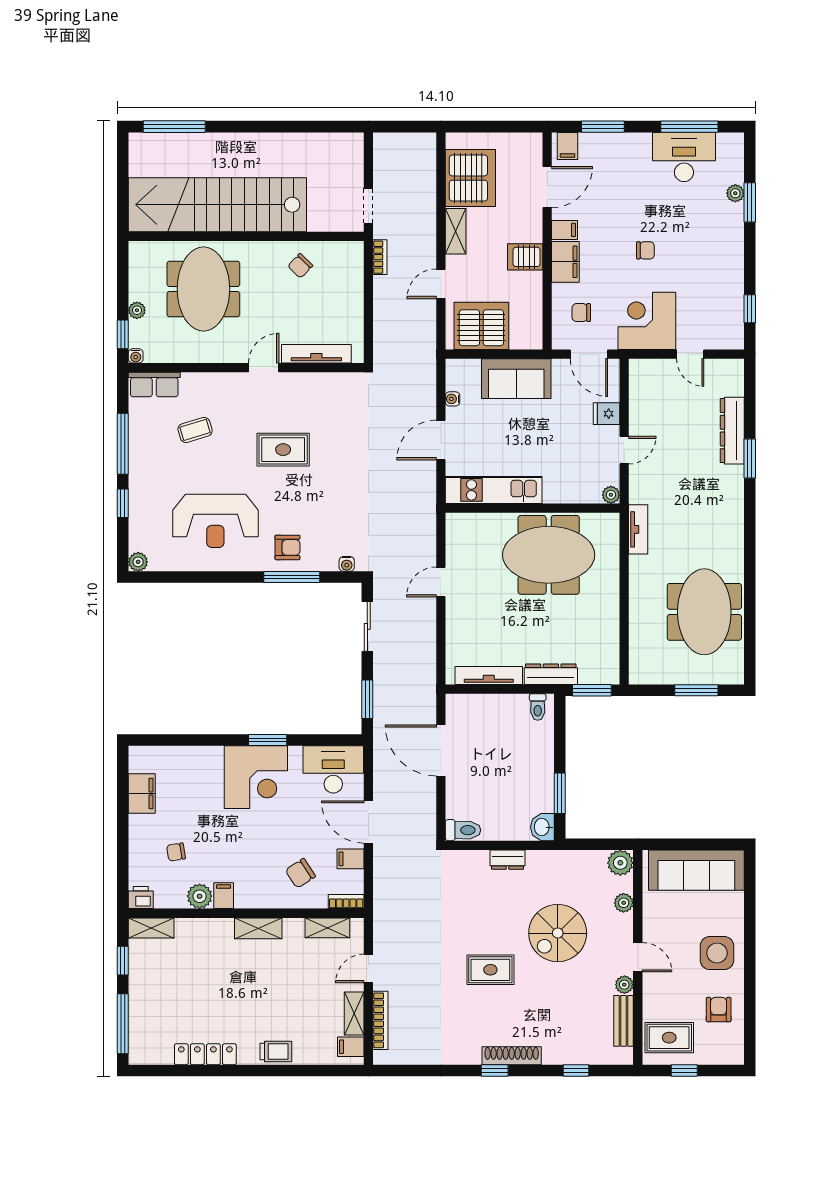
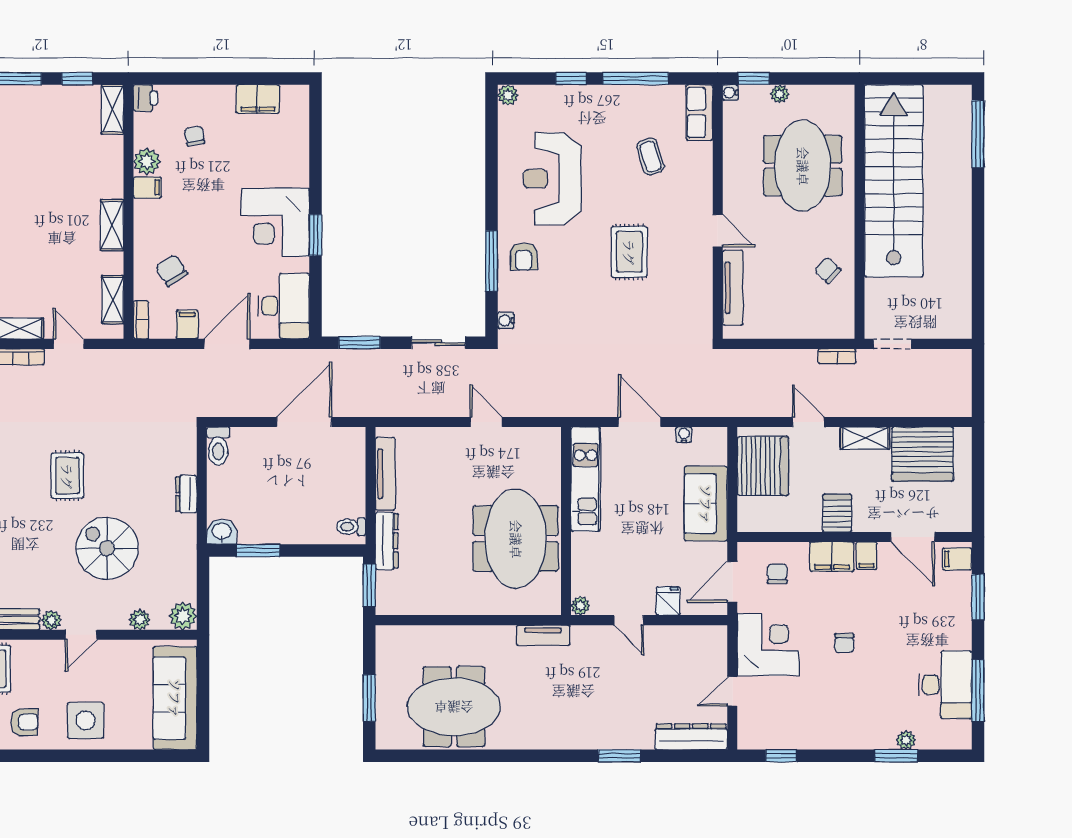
meeting table: (203, 289) -> (803, 166), turned 90
dresser: (732, 431) -> (691, 737), moved

